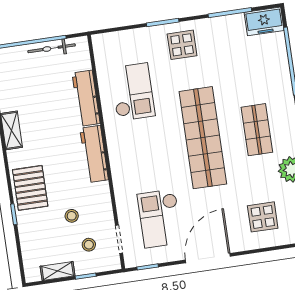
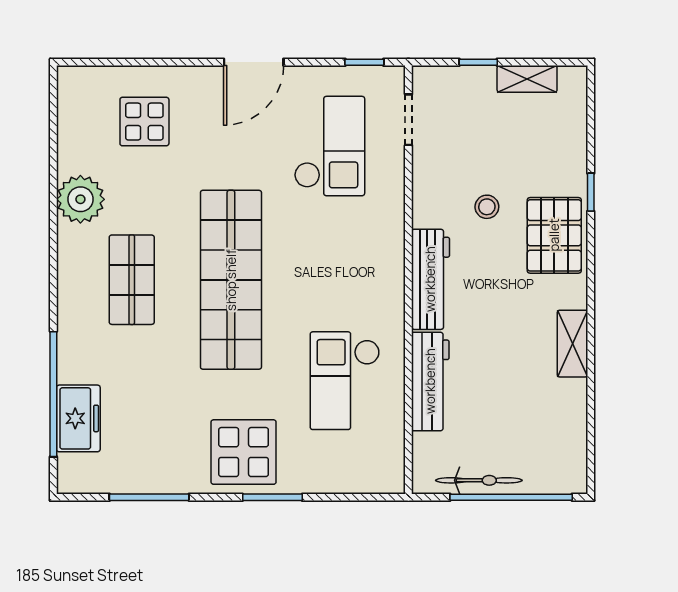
freezer: (264, 21) -> (78, 418), moved, turned 90
display table: (182, 45) -> (244, 452), width x1.36, depth x1.36
stool: (72, 216) -> (487, 207), moved
stool: (89, 245) -> (464, 118), removed
door: (208, 258) -> (254, 62), width x0.73

